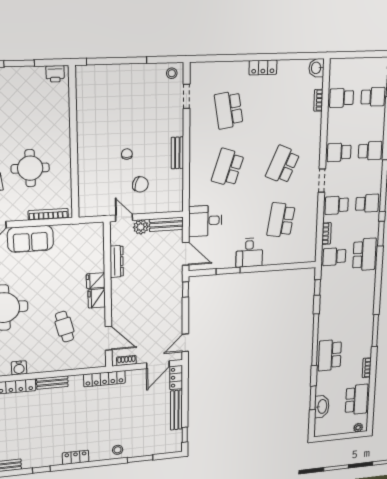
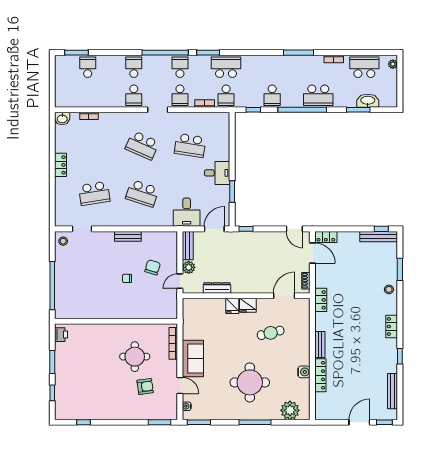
school desk: (342, 98) -> (272, 95), moved
locker: (104, 379) -> (321, 300), width x0.66
bench: (176, 410) -> (379, 237), moved

